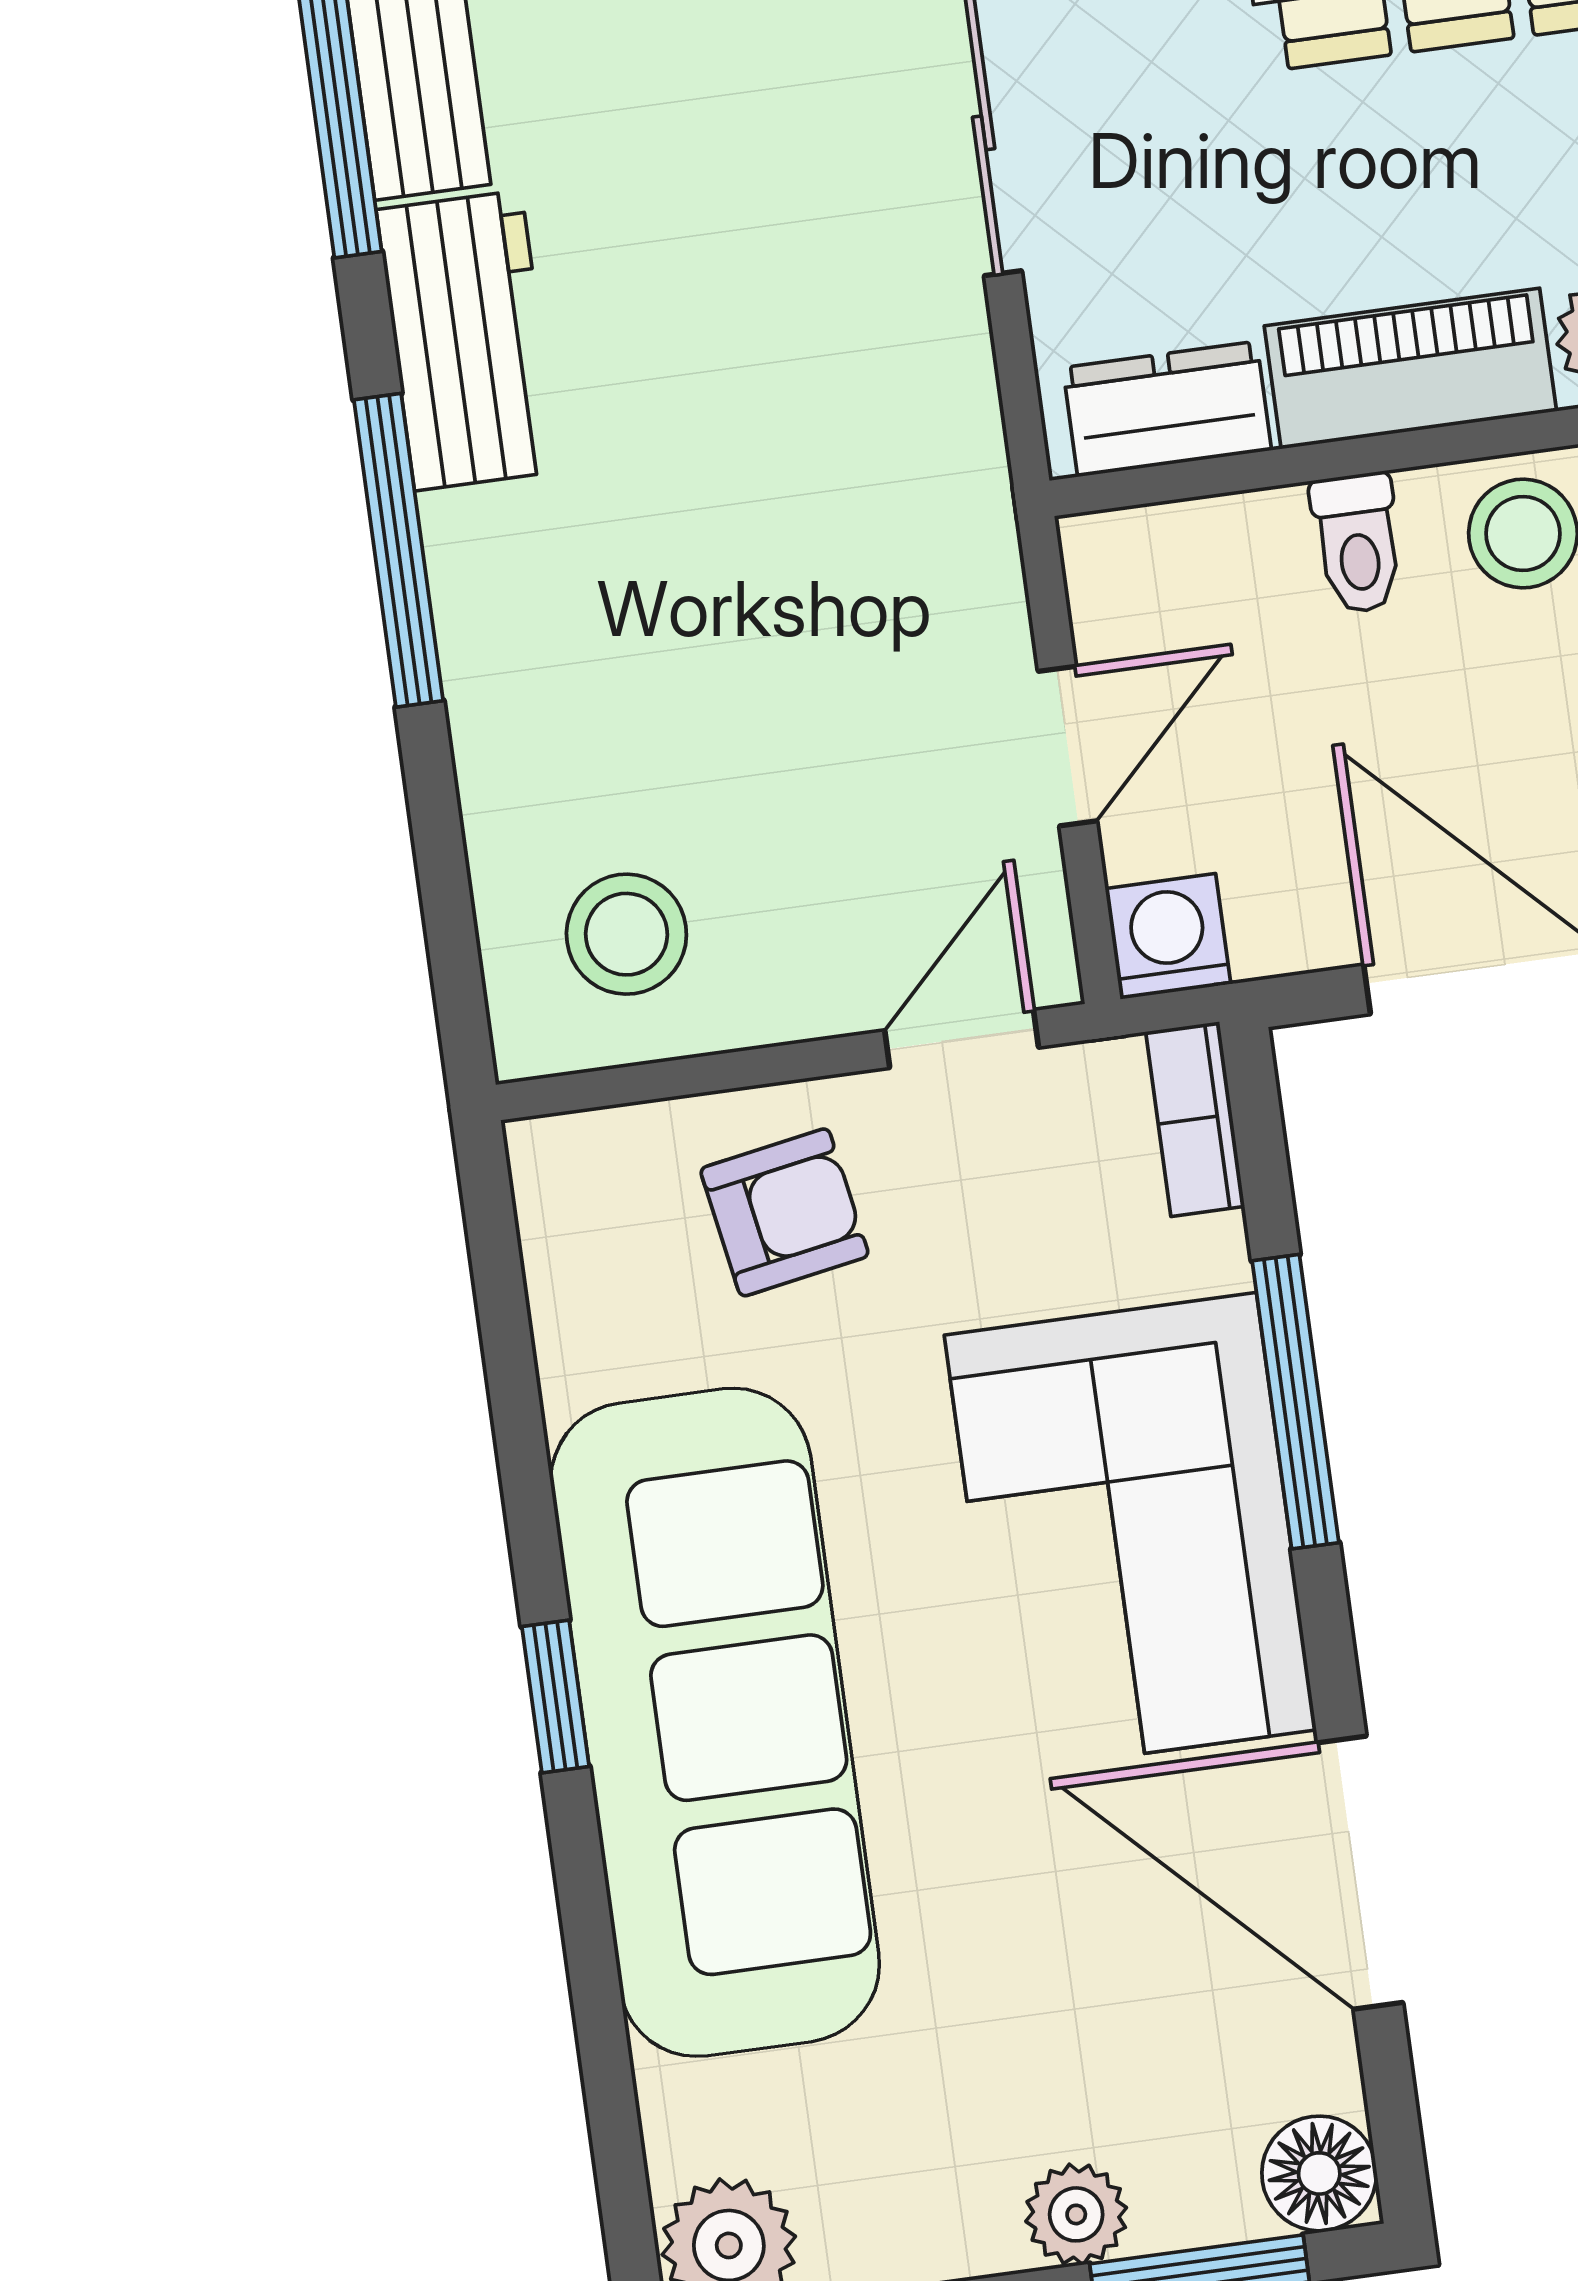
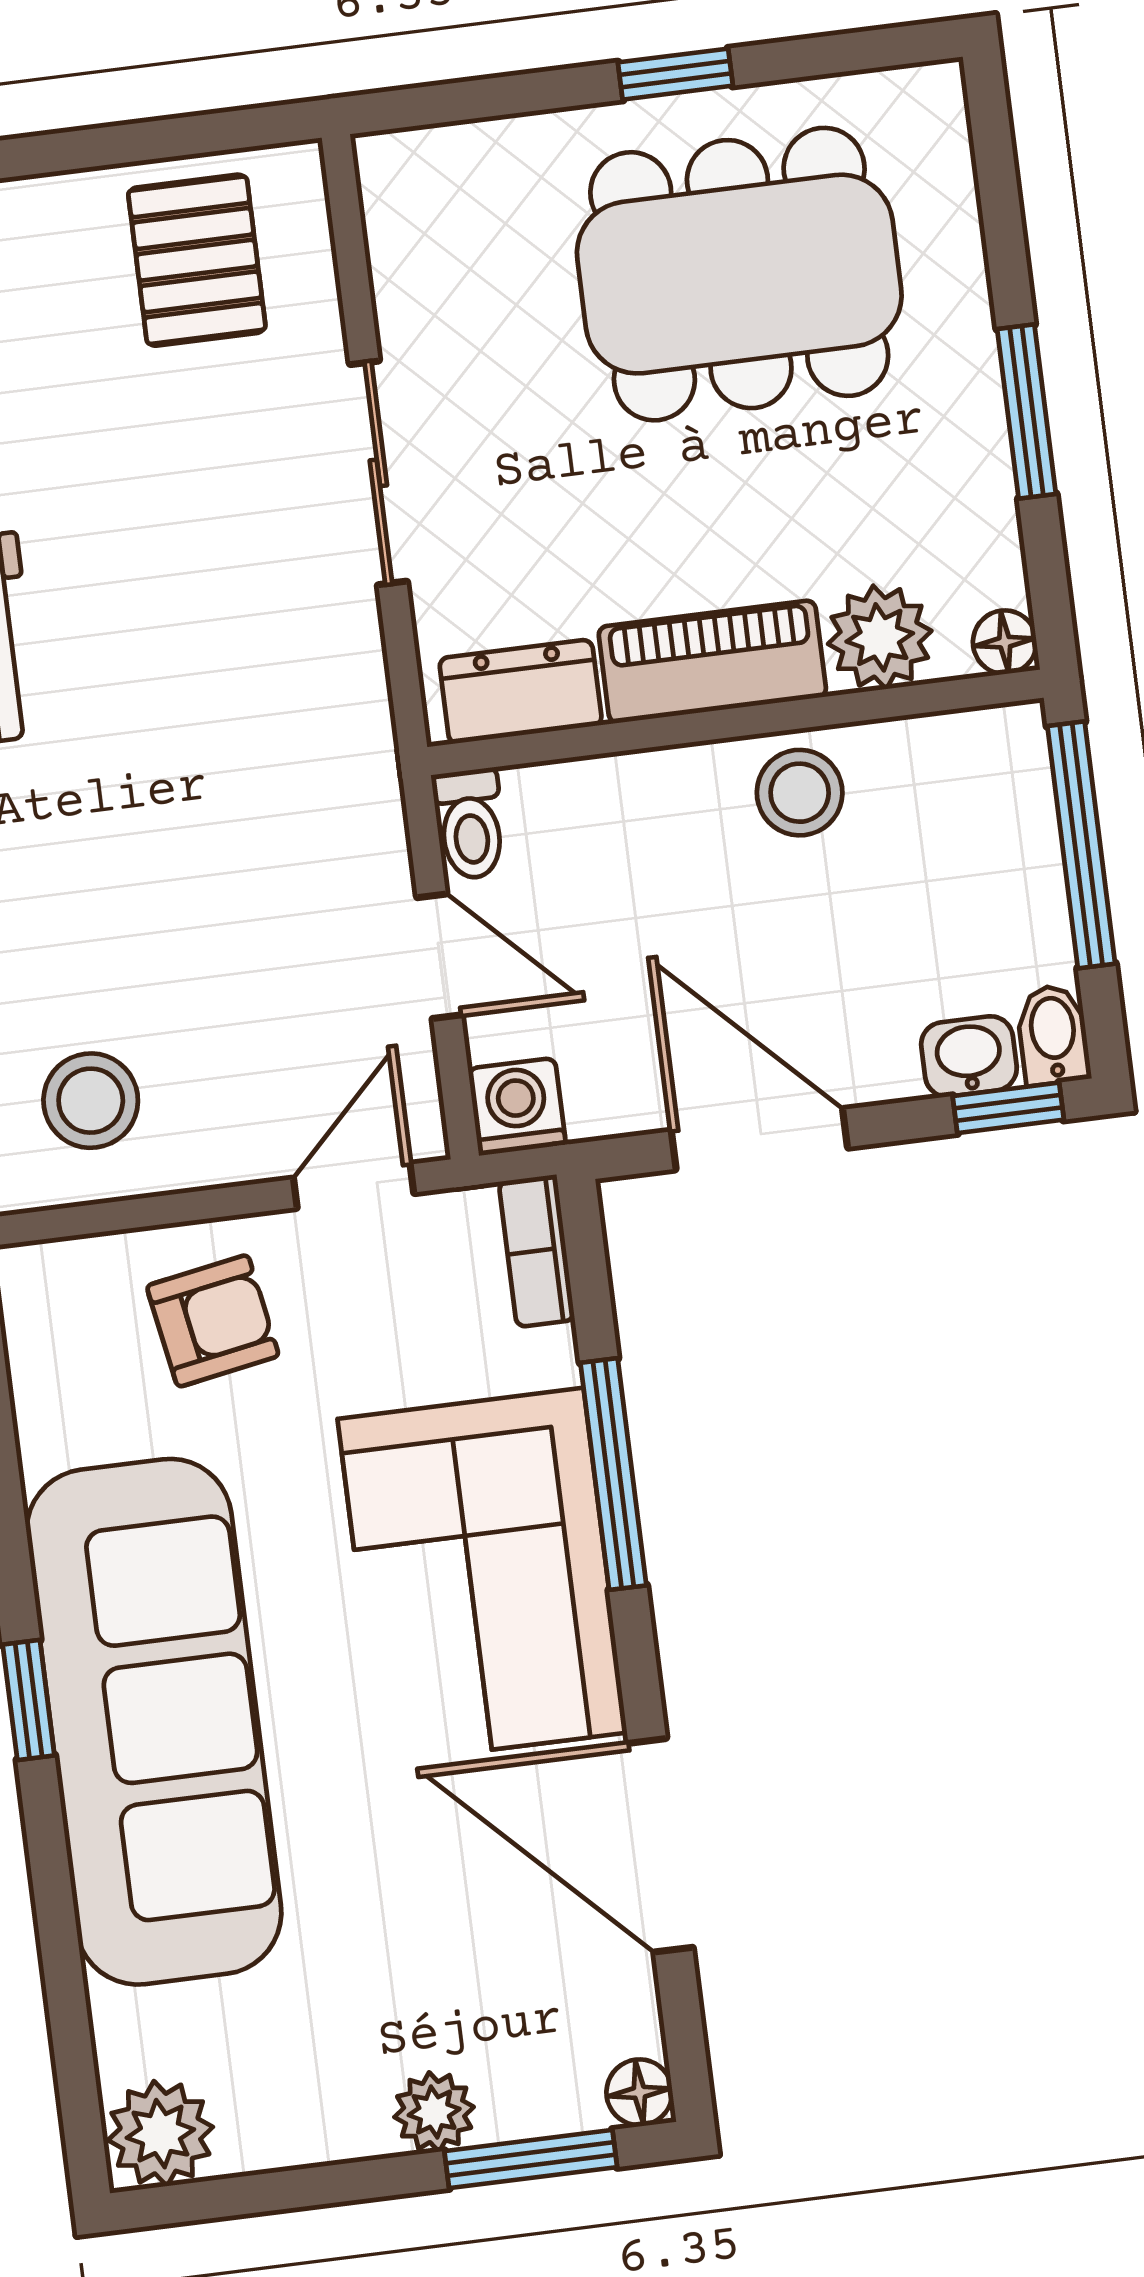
toilet: (1358, 543) -> (470, 824), moved
door: (1068, 746) -> (439, 956), hinge flipped
floor lamp: (1319, 2173) -> (639, 2092), width x0.73, depth x0.73

